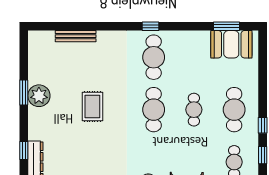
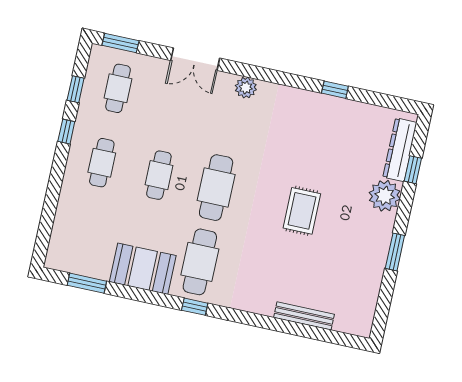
booth: (231, 44) -> (143, 269), moved
plant: (39, 96) -> (385, 196), moved
cafe table: (234, 110) -> (102, 163), width x0.73, depth x0.74

